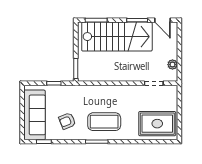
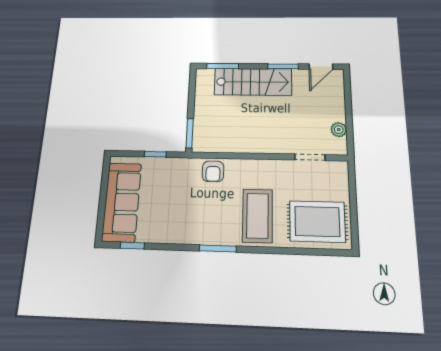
door: (162, 20) -> (321, 67), hinge flipped
stairs: (117, 37) -> (253, 82), width x0.73, depth x0.66
armchair: (67, 121) -> (213, 171), moved, turned -68
coffee table: (104, 122) -> (257, 216), moved, turned 90

